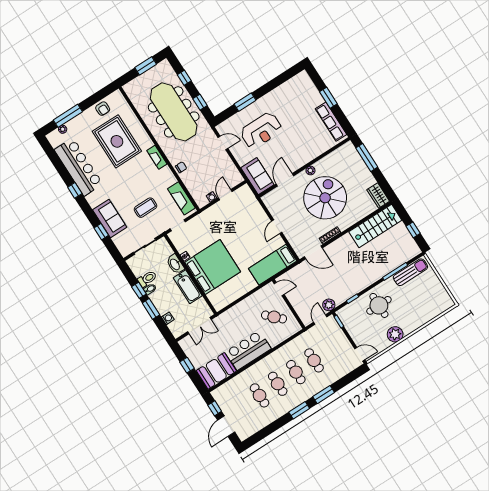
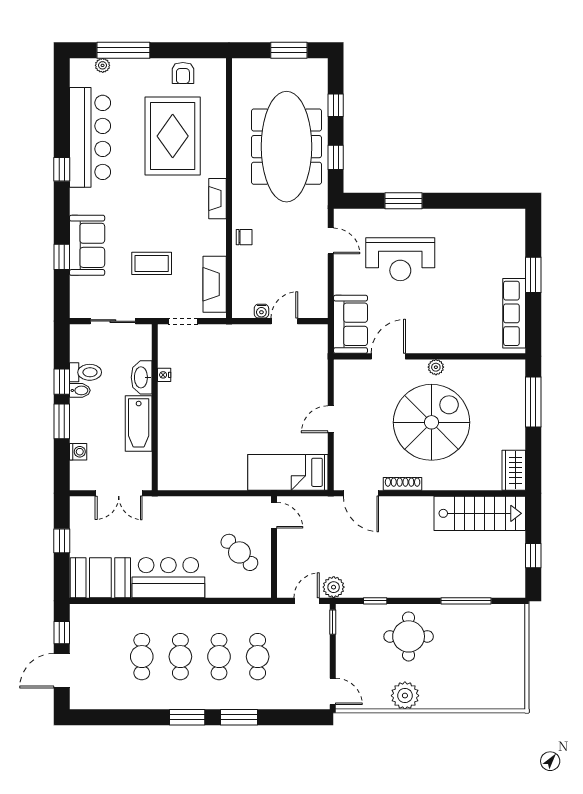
bed: (213, 267) -> (195, 418), removed
sun lounger: (410, 272) -> (488, 617), removed

